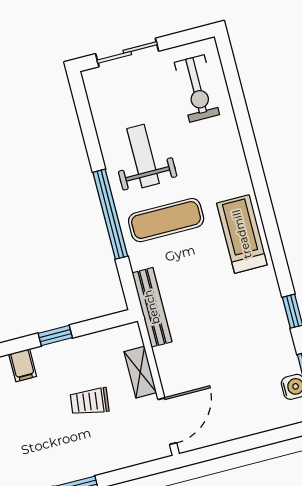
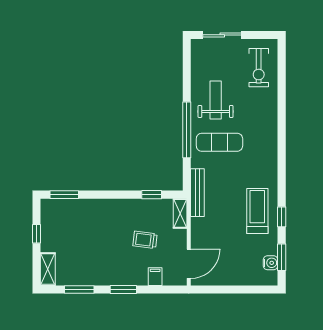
treadmill: (242, 234) -> (257, 211), moved
window: (55, 336) -> (152, 195), moved
filing cabinet: (23, 365) -> (155, 277), moved, turned 180
shelving: (140, 372) -> (180, 213), moved

